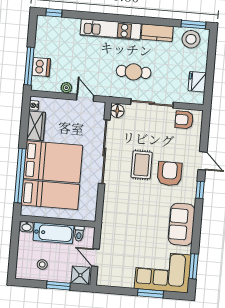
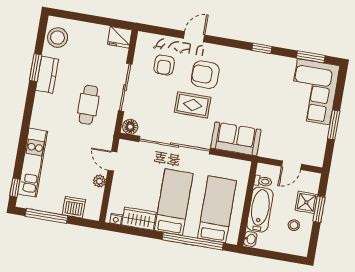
window: (193, 25) -> (36, 68), moved
kitchen unit: (111, 30) -> (33, 163), moved
window: (29, 66) -> (46, 216), moved
fridge: (197, 82) -> (120, 37), moved
door: (85, 98) -> (112, 161), hinge flipped
armchair: (184, 120) -> (164, 65), moved
bed: (53, 162) -> (174, 202), width x0.67
window: (200, 190) -> (262, 48), moved
sofa: (182, 224) -> (236, 139), moved, turned 180
shower: (80, 275) -> (306, 202), moved
window: (150, 293) -> (334, 125), moved

